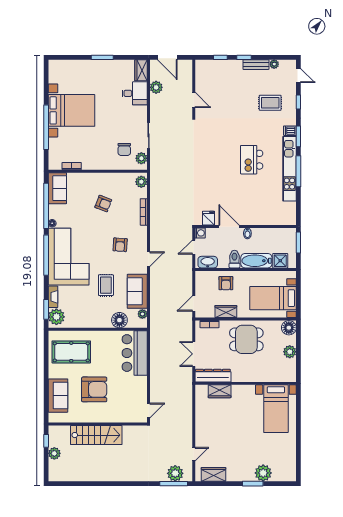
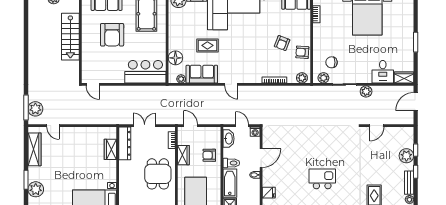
plant: (227, 68) -> (406, 156), added
plant: (156, 87) -> (366, 91), moved
fridge: (209, 218) -> (269, 193), moved
armchair: (120, 245) -> (302, 52), moved
wardrobe: (213, 474) -> (34, 149), width x1.50

